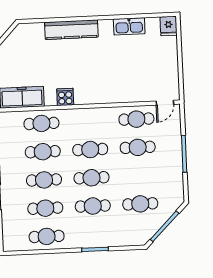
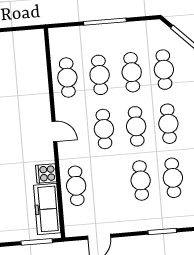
cooker: (65, 97) -> (46, 174), moved
door: (165, 103) -> (54, 131), moved
cafe table: (43, 152) -> (132, 72), moved

